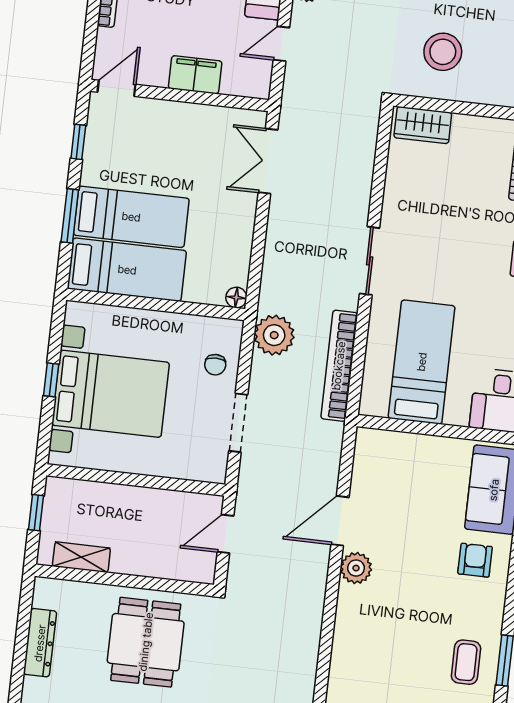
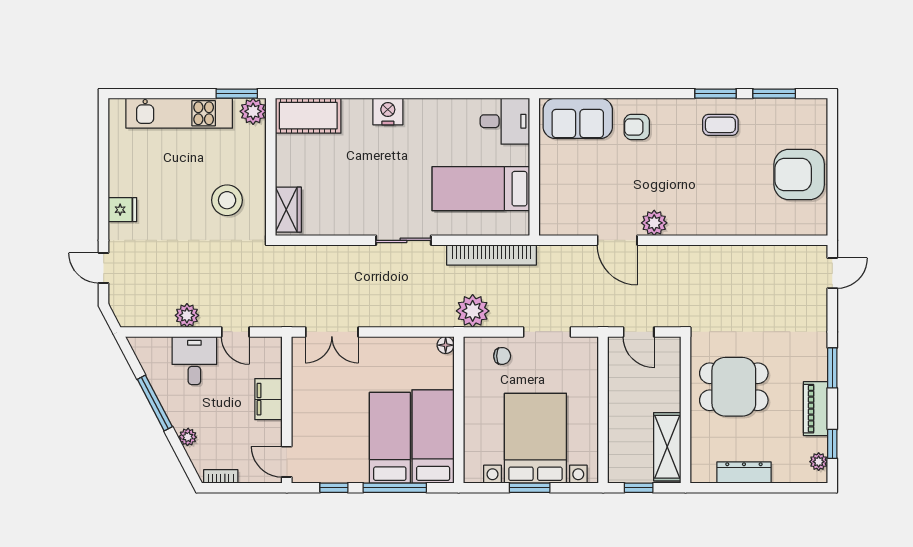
window: (70, 216) -> (395, 488), width x1.44
window: (51, 380) -> (530, 488), width x1.50
shelving: (81, 557) -> (667, 447), width x1.50, depth x1.33

